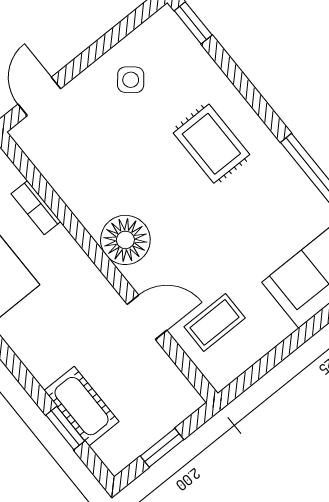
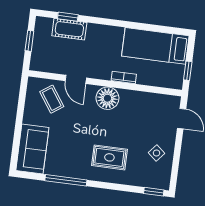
bookcase: (36, 208) -> (124, 77), moved
door: (147, 317) -> (76, 79), hinge flipped
coffee table: (215, 322) -> (52, 99), turned -35

